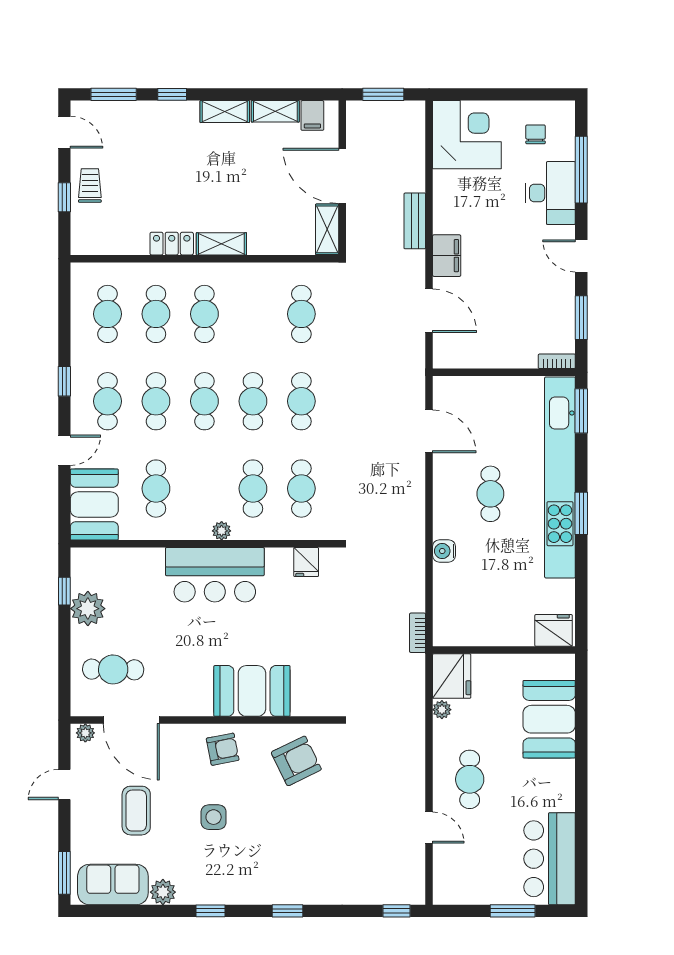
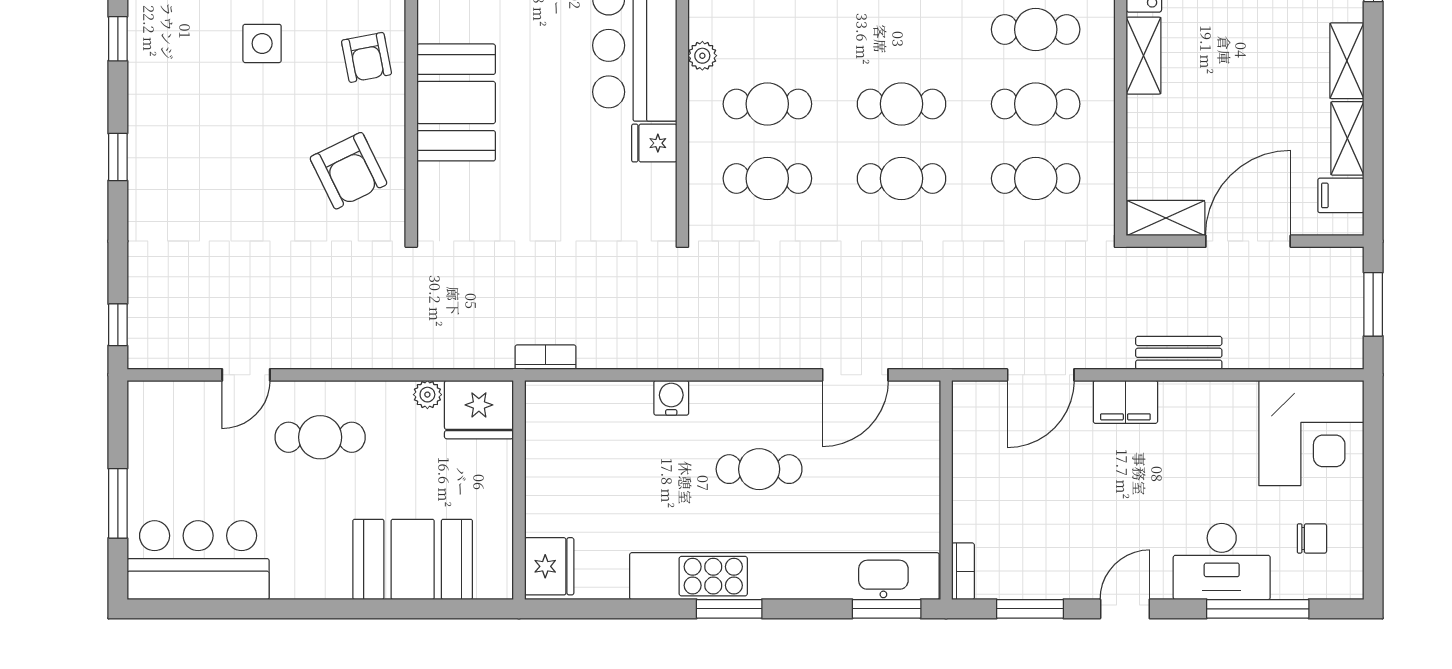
cafe table: (204, 401) -> (1036, 104), moved
fridge: (306, 562) -> (654, 143), moved

